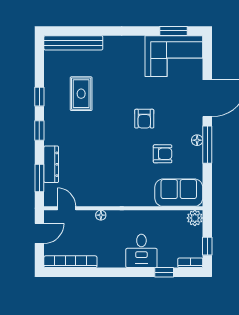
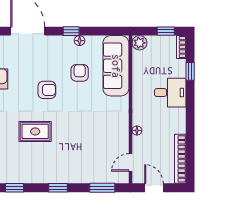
rug: (81, 94) -> (35, 131), moved
window: (39, 97) -> (14, 188), moved
floor lamp: (197, 140) -> (80, 41), moved
window: (207, 145) -> (71, 31), width x0.46
dresser: (51, 164) -> (89, 177), removed
sofa: (179, 193) -> (116, 66), width x1.36

